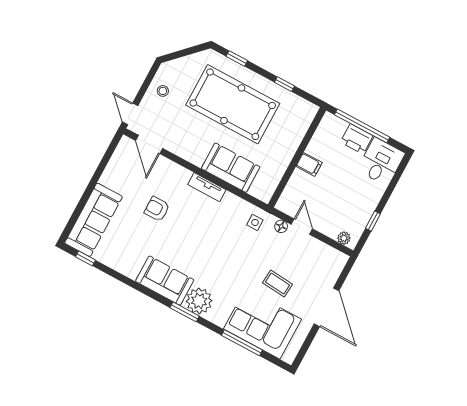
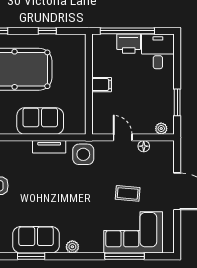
tv unit: (207, 187) -> (49, 147), moved
window: (373, 221) -> (177, 102), width x1.50
side table: (255, 222) -> (83, 154), width x1.87, depth x1.87
floor lamp: (281, 226) -> (144, 146), moved
plant: (199, 301) -> (72, 247), width x0.53, depth x0.53
window: (185, 312) -> (31, 256), moved

